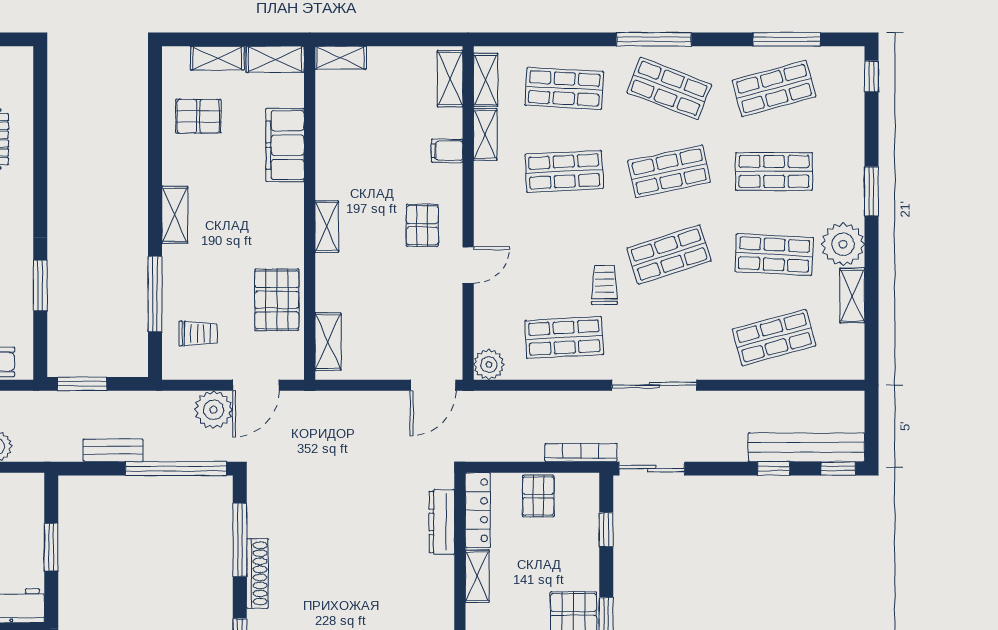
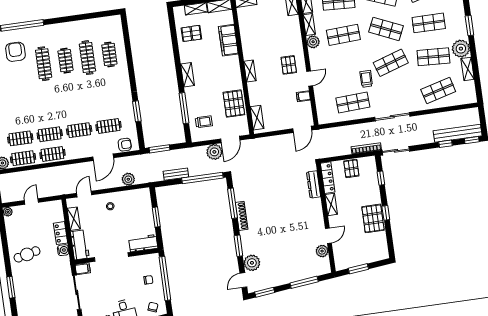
filing cabinet: (447, 151) -> (303, 96), moved
shop shelf: (669, 171) -> (386, 29), turned 36
plant: (489, 365) -> (313, 42), moved

